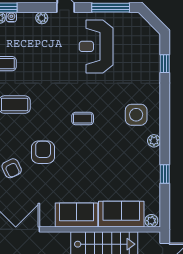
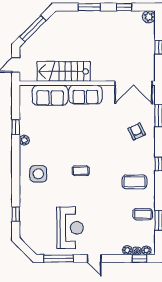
plant: (42, 18) -> (127, 250), moved
plant: (154, 141) -> (24, 140), moved
armchair: (43, 152) -> (112, 144), removed
plant: (151, 221) -> (26, 90), removed

